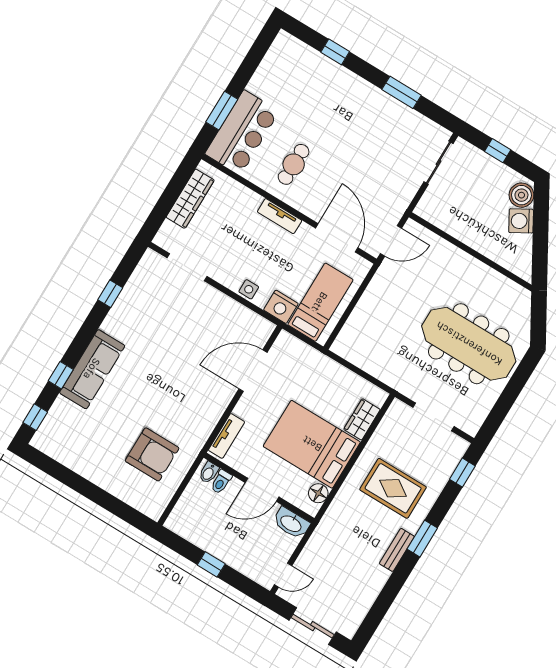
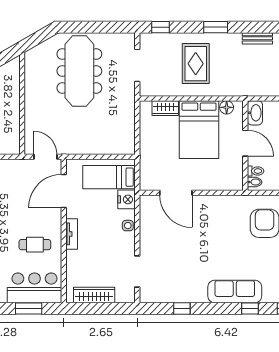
tv unit: (227, 436) -> (226, 185), removed
bench: (397, 550) -> (257, 38), moved

